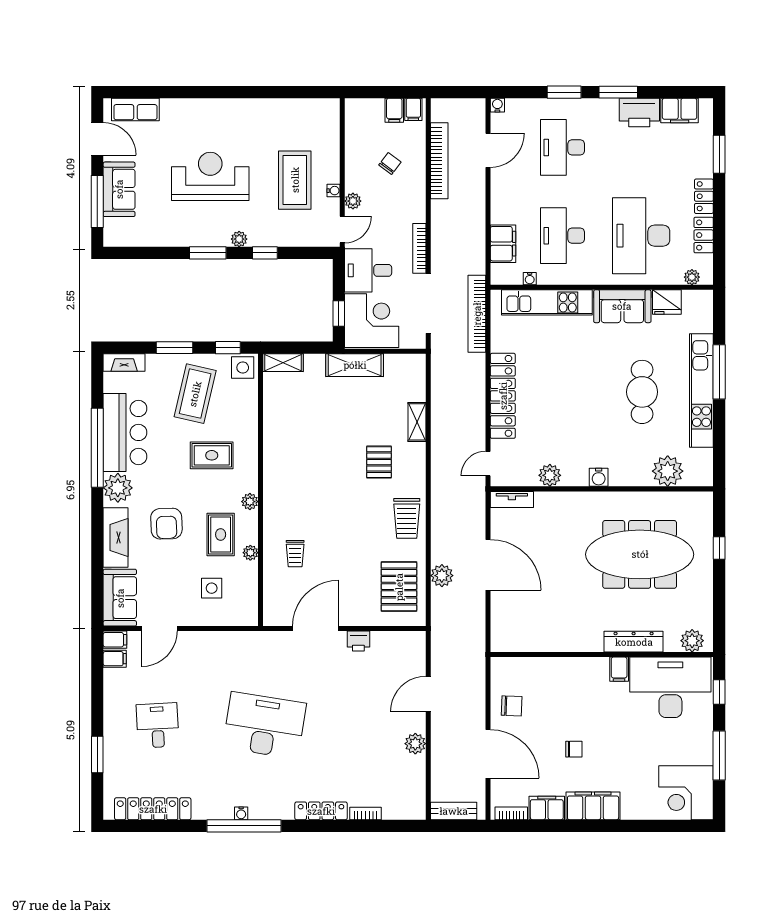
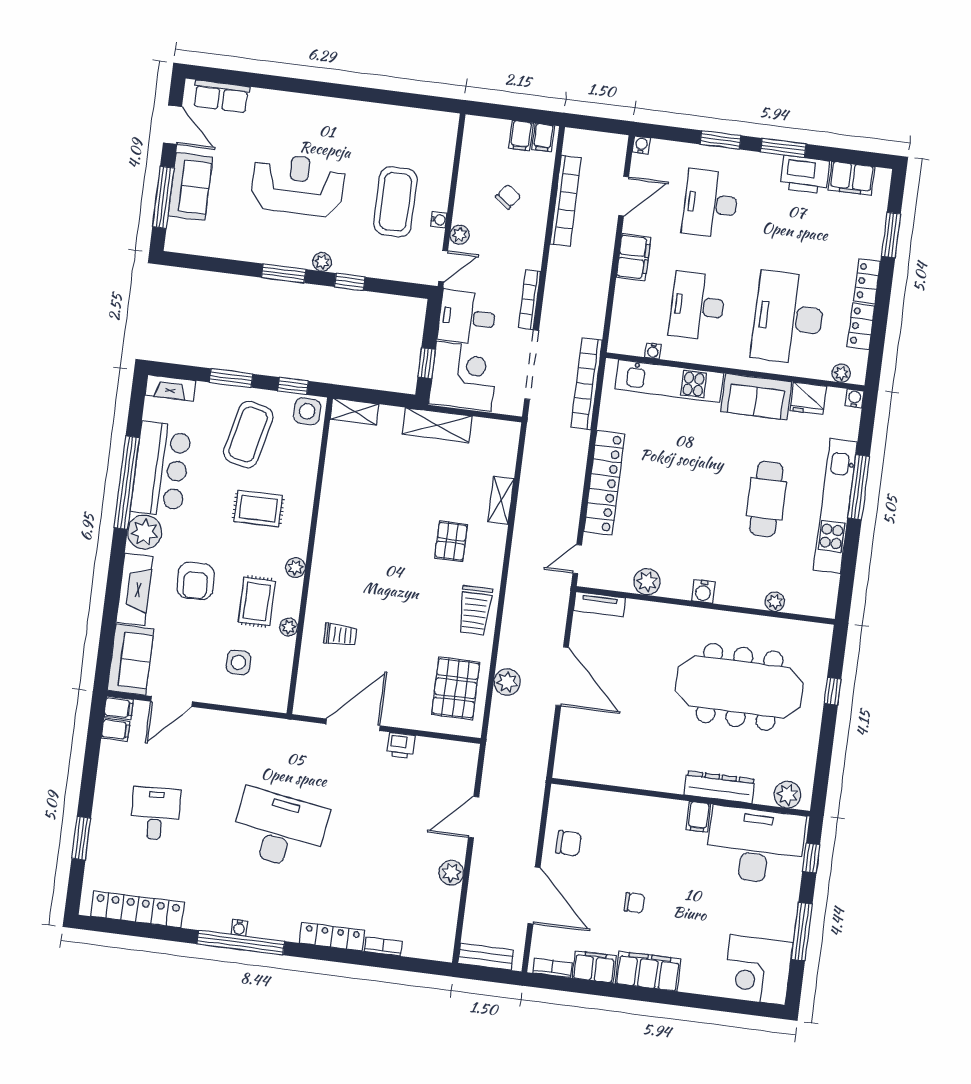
filing cabinet: (503, 244) -> (634, 257), moved
water cooler: (706, 297) -> (854, 398), added
plant: (668, 471) -> (775, 602), width x0.53, depth x0.53
trolley: (295, 554) -> (340, 635), turned -90

